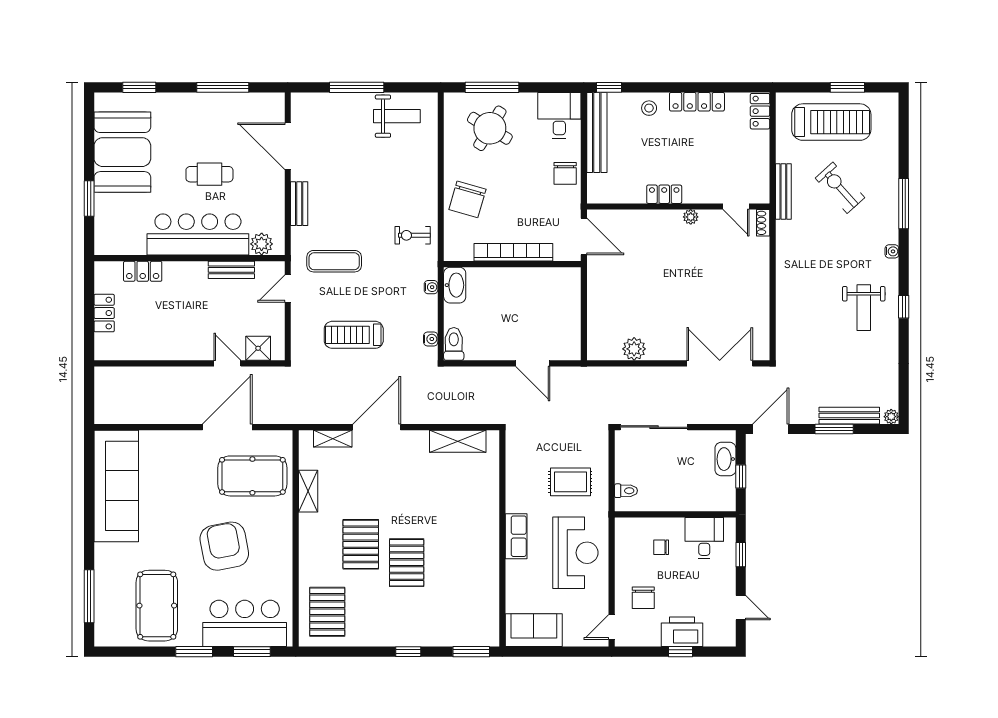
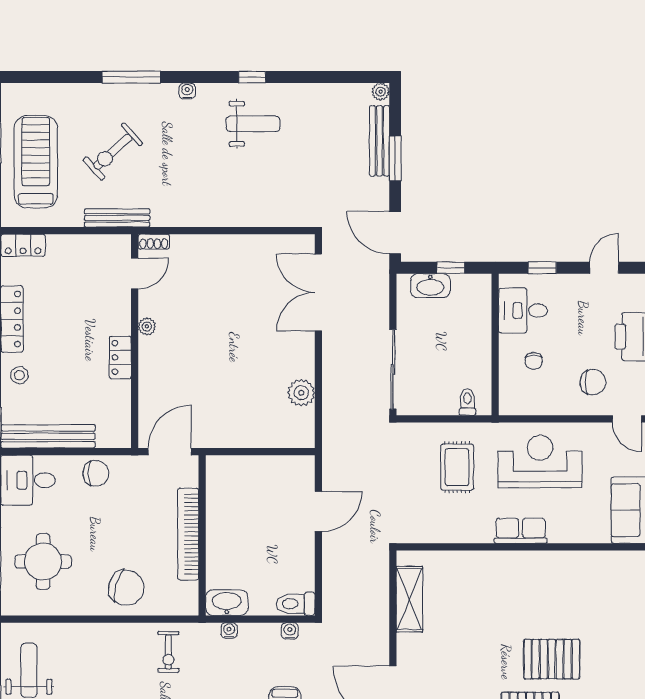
round table: (490, 128) -> (43, 562), turned -31

